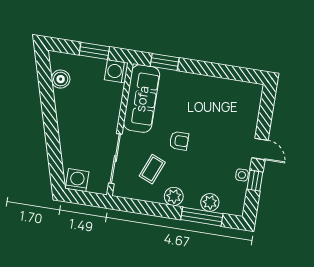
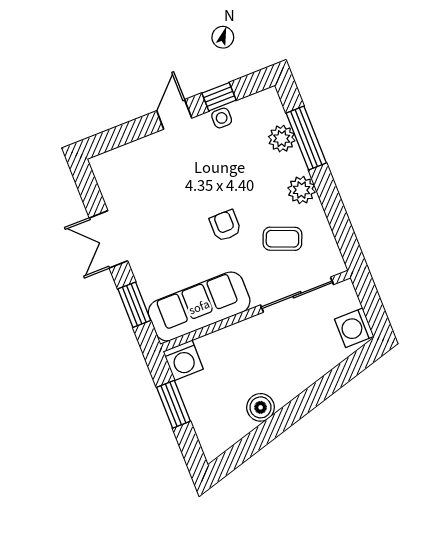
double door: (211, 69) -> (108, 239), added
boiler: (61, 79) -> (261, 407), moved

